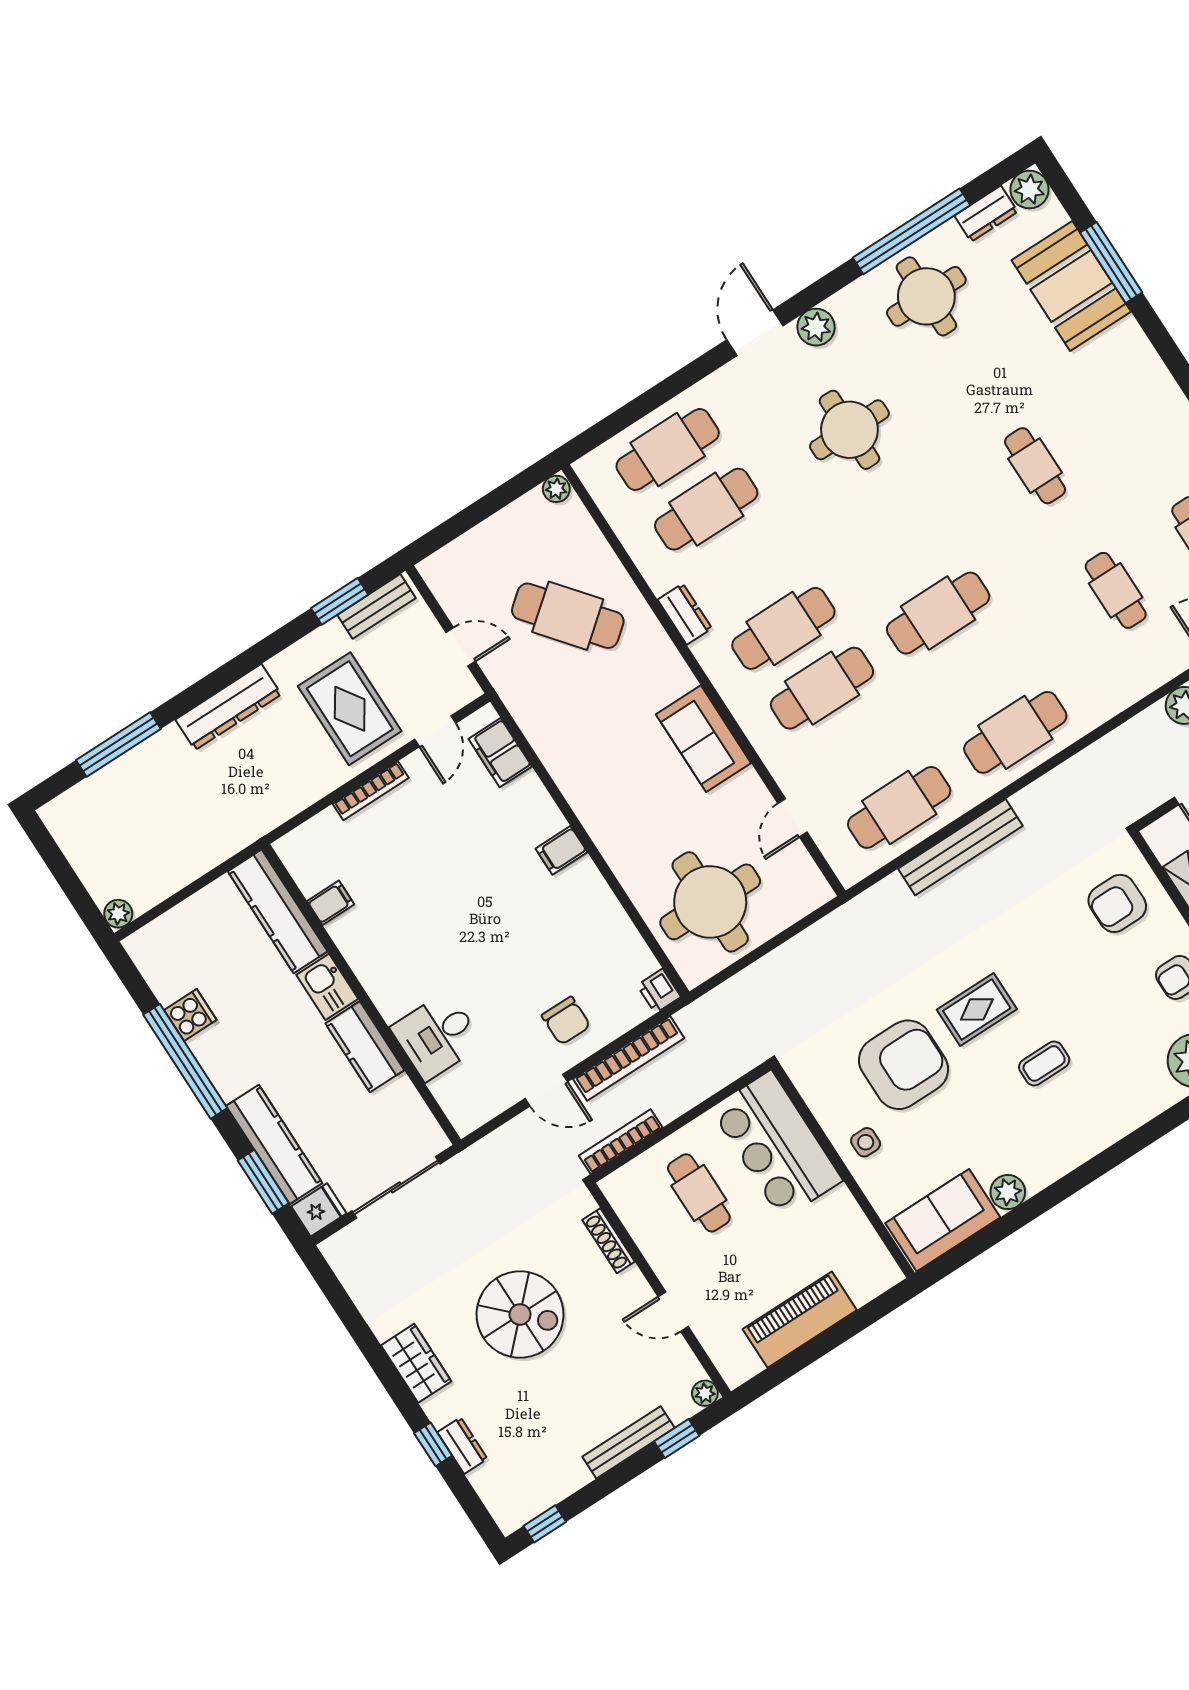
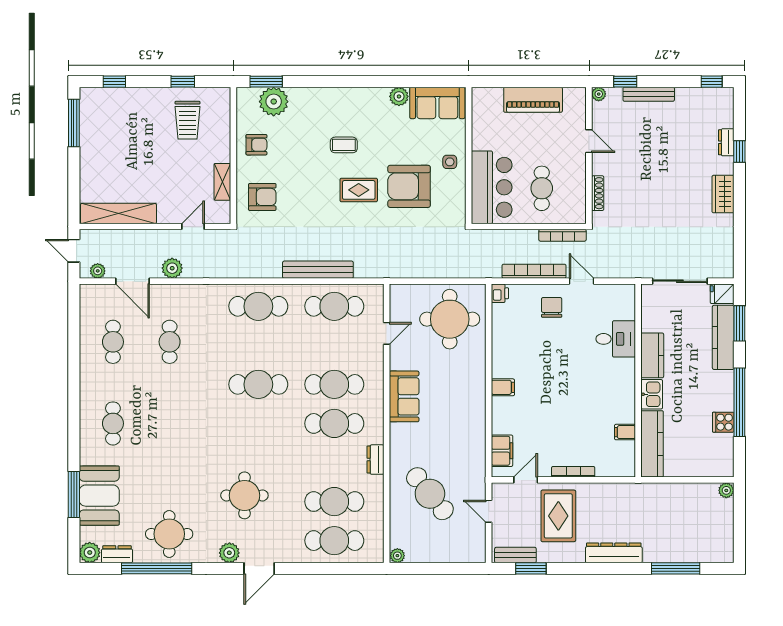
cafe table: (1035, 466) -> (113, 423), moved
spiral stairs: (520, 1314) -> (661, 186), removed

